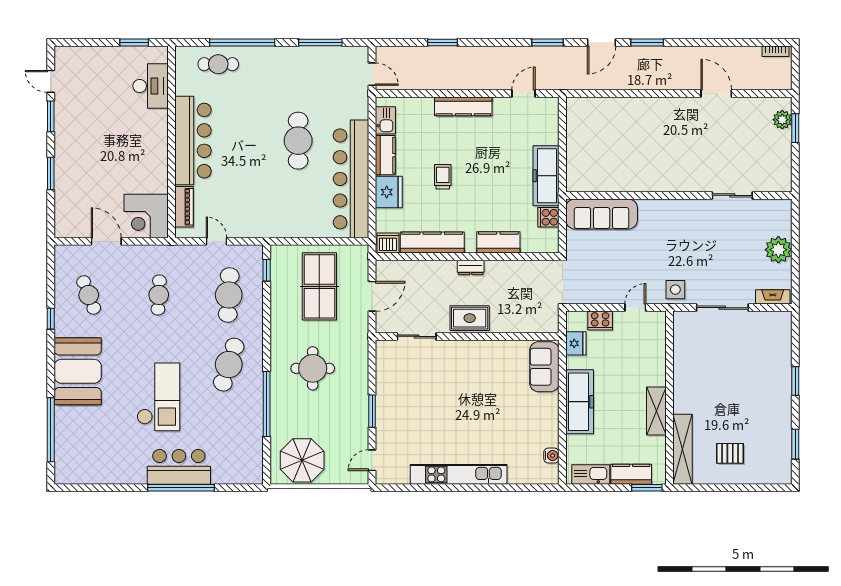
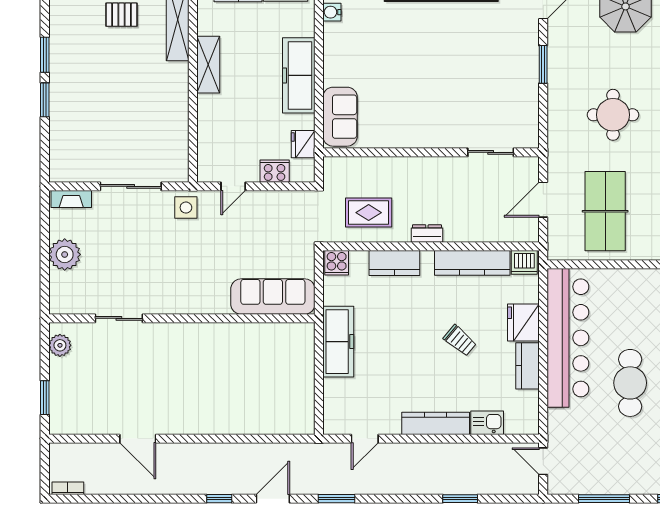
window: (647, 42) -> (219, 499), width x0.67
kitchen sink: (385, 120) -> (487, 423), moved, turned 90
plant: (782, 120) -> (60, 345), moved
trolley: (443, 177) -> (460, 341), turned -50
cooker: (548, 217) -> (337, 263), moved, turned 90
rug: (470, 318) -> (369, 213), moved
window: (795, 444) -> (45, 55), moved

